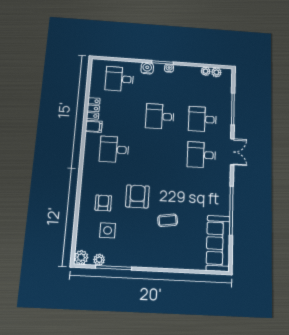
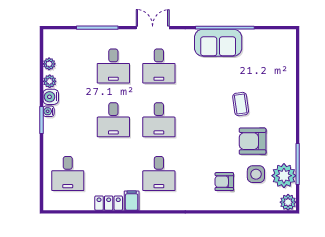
water cooler: (147, 68) -> (51, 97), moved
plant: (216, 72) -> (50, 81), moved
desk: (158, 152) -> (159, 120), added
armchair: (137, 196) -> (253, 141), moved
sofa: (218, 243) -> (218, 43), moved, width x0.73
plant: (99, 260) -> (284, 176), width x1.87, depth x1.87

